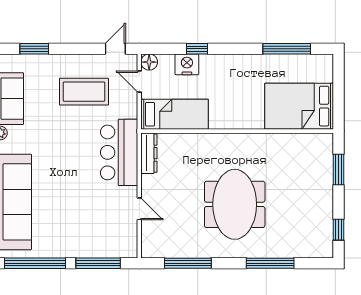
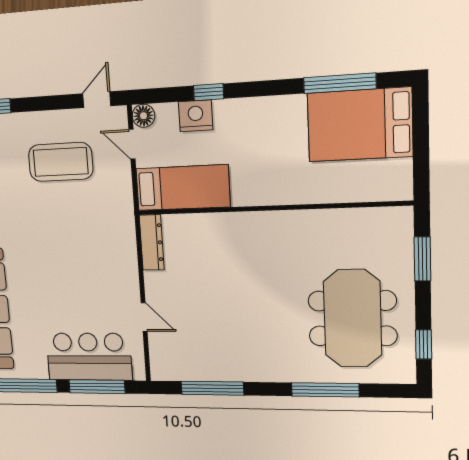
bed: (299, 106) -> (360, 125), moved
bar counter: (119, 152) -> (89, 357), moved, turned 90
meeting table: (235, 204) -> (352, 318), moved

